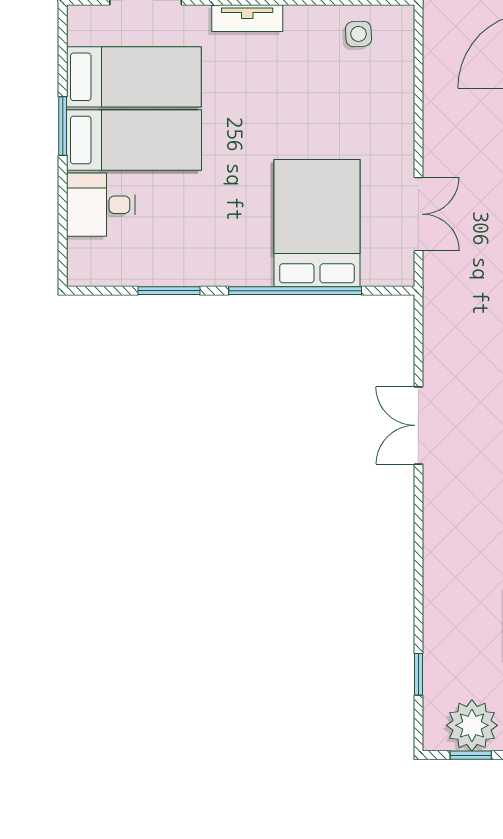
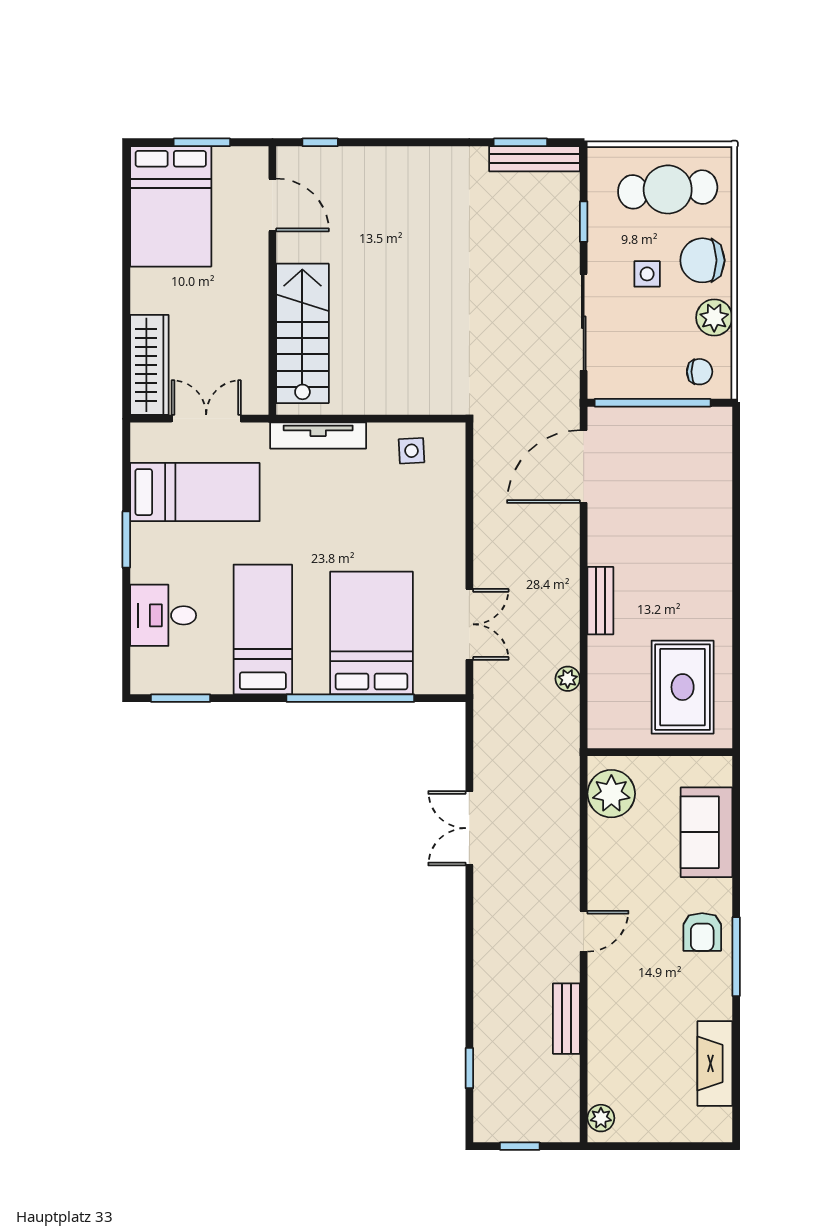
tv unit: (247, 18) -> (318, 435), width x1.41
bed: (134, 140) -> (263, 629), moved, turned -90
window: (169, 291) -> (181, 698), moved
plant: (472, 725) -> (521, 1117), removed

